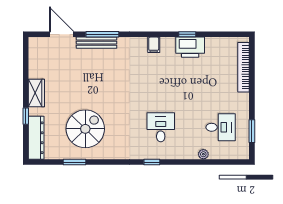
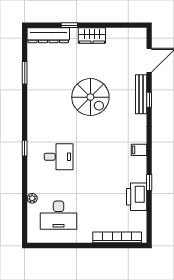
window: (102, 34) -> (149, 100), width x0.46
printer: (190, 47) -> (137, 197), moved
desk: (221, 127) -> (59, 215), width x1.37
spiral stairs: (85, 129) -> (90, 97), moved
window: (252, 131) -> (55, 246), removed

